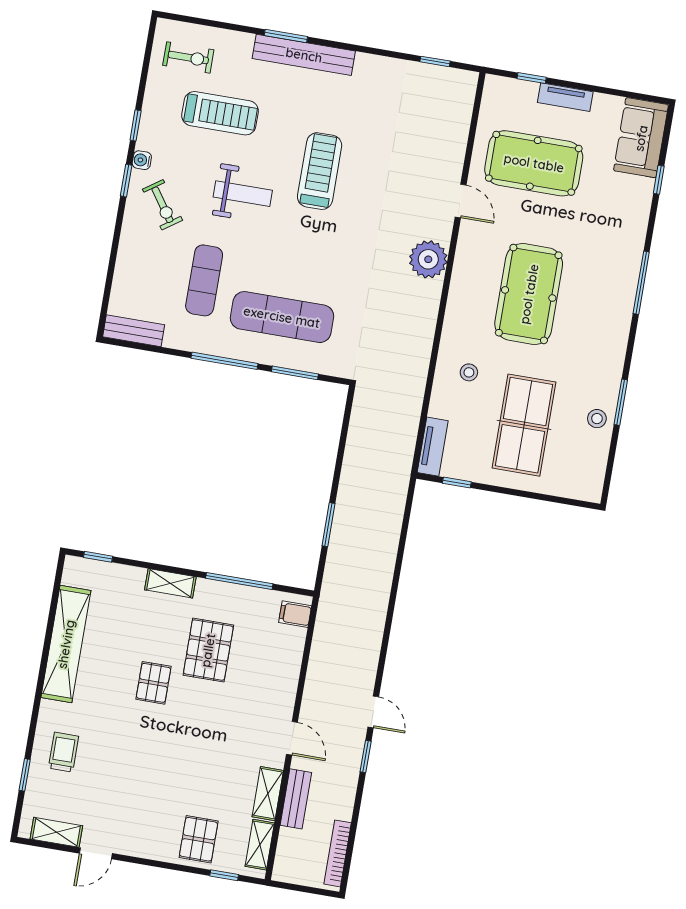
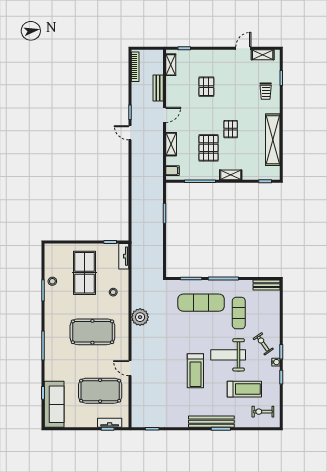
tv unit: (565, 97) -> (110, 423), moved
treadmill: (220, 113) -> (244, 389), turned 180
sofa: (641, 138) -> (54, 404), width x1.36
weight bench: (243, 194) -> (228, 355), width x1.36, depth x1.33
plant: (428, 259) -> (140, 317), moved
pool table: (529, 294) -> (92, 332), turned 90
door: (292, 738) -> (164, 115), swing flipped
shelving: (268, 794) -> (171, 144), moved
pallet: (199, 839) -> (206, 87), moved

